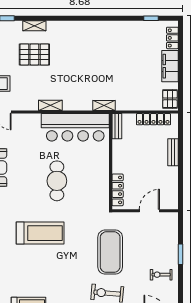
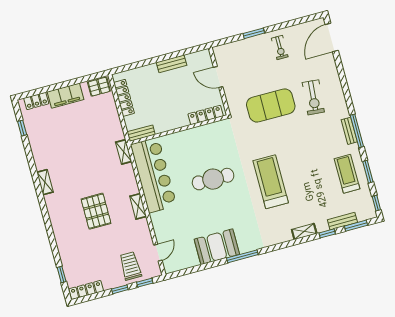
shelving: (34, 26) -> (45, 182), moved
pallet: (34, 54) -> (96, 211), moved
bench: (173, 152) -> (171, 64), moved

